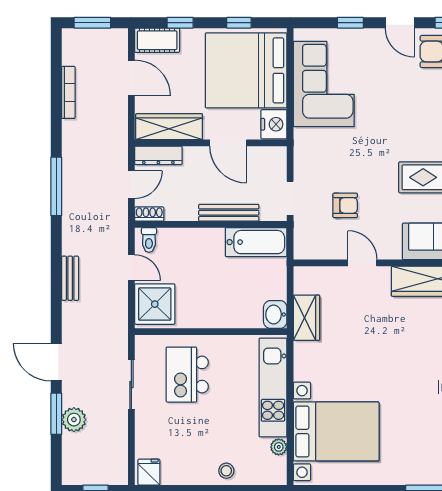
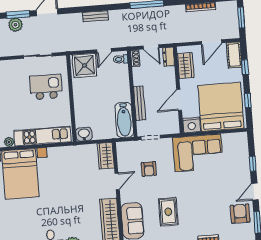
corner sofa: (324, 84) -> (198, 153), moved
wardrobe: (169, 127) -> (186, 66), width x0.67
dresser: (158, 155) -> (169, 57), width x0.70
wardrobe: (307, 318) -> (106, 156), moved, turned 90

